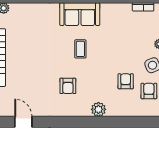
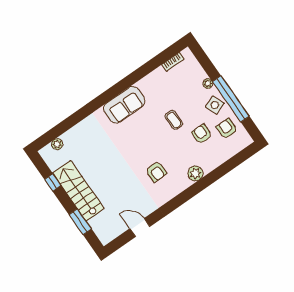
coffee table: (80, 49) -> (174, 120), moved

